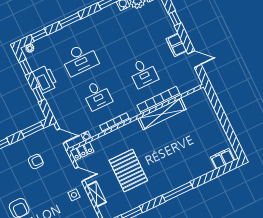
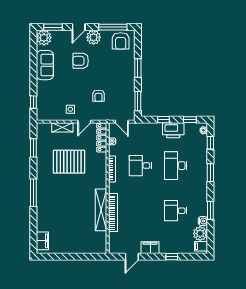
desk: (143, 73) -> (176, 211), moved
door: (61, 136) -> (122, 122), hinge flipped
locker: (82, 151) -> (102, 138), width x1.53
armchair: (36, 161) -> (99, 96), moved

